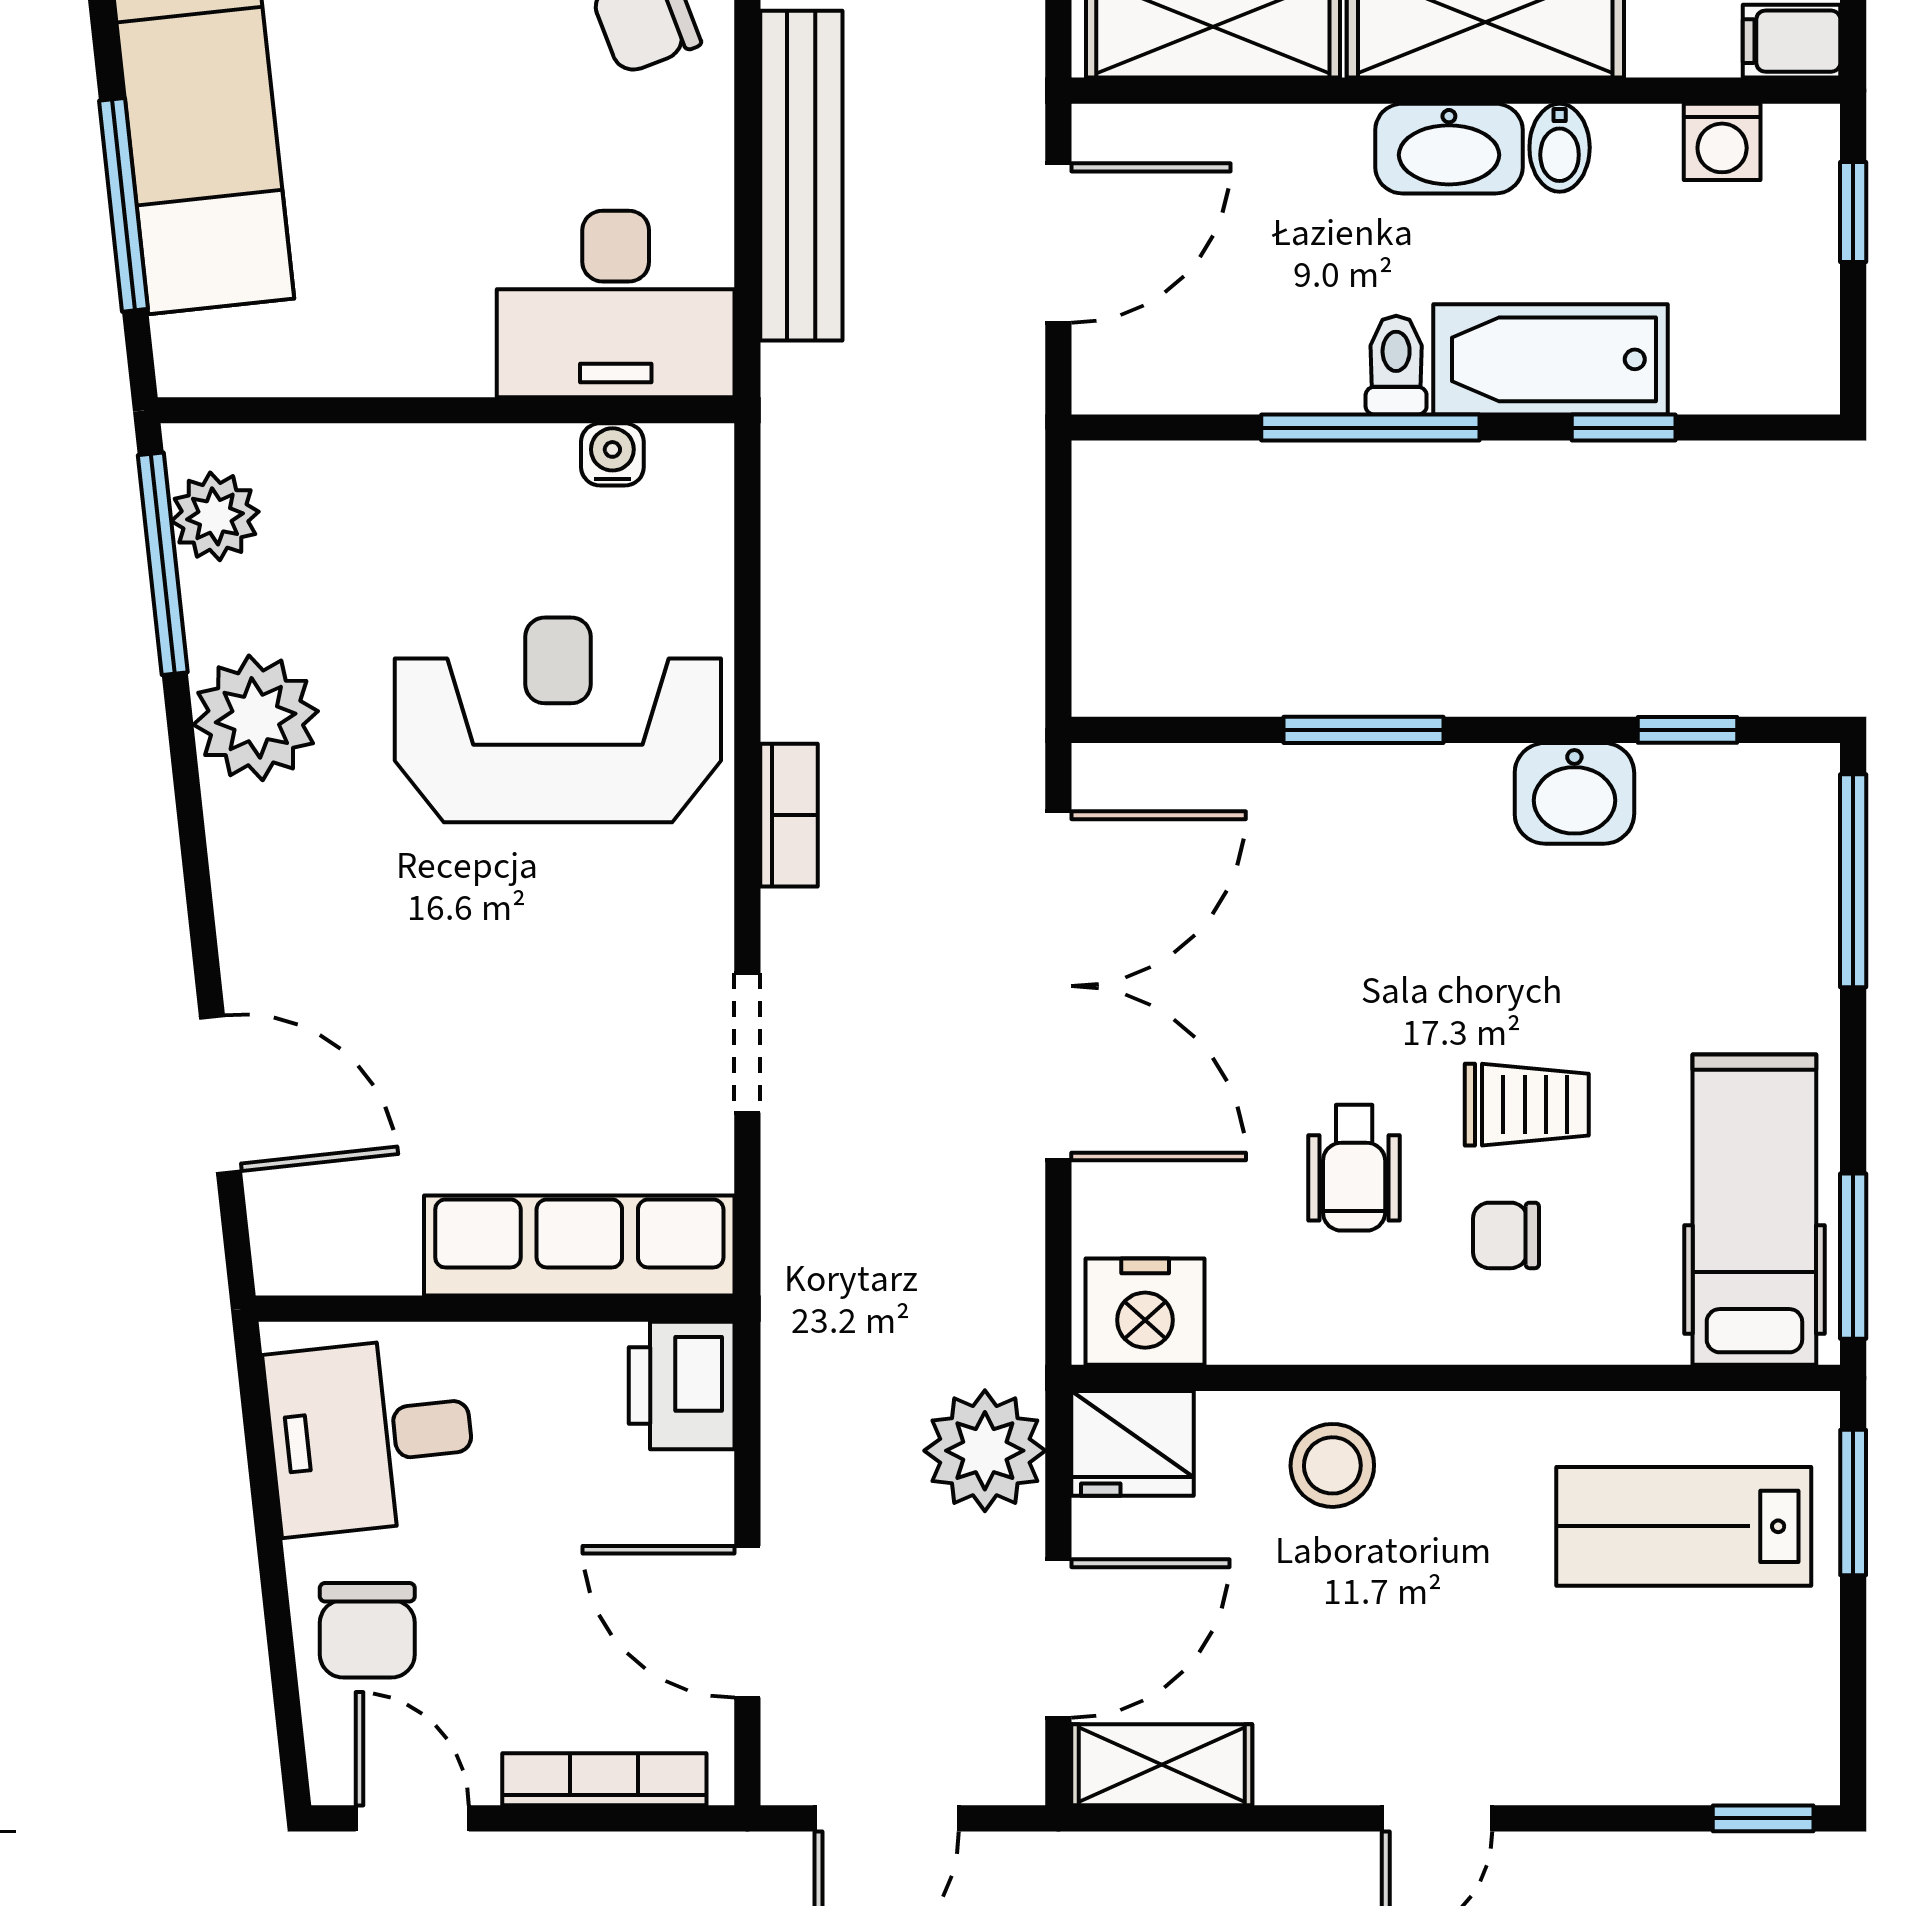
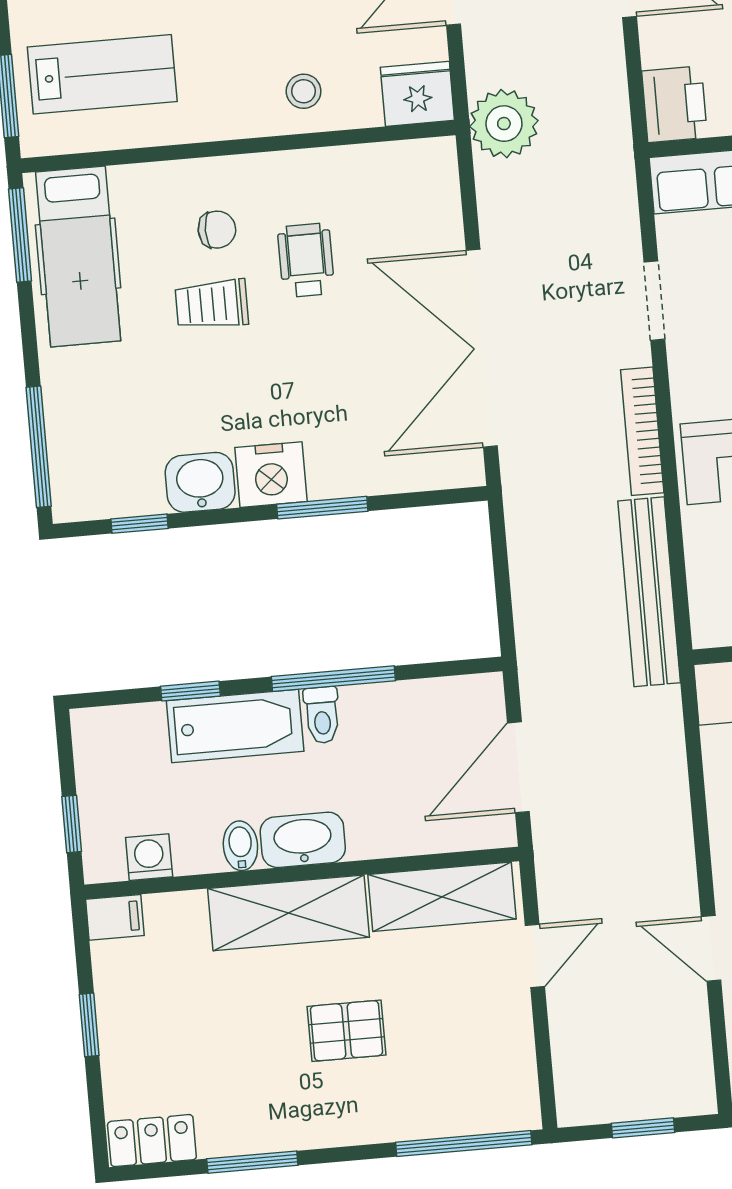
bench: (801, 176) -> (649, 592), moved
bookcase: (789, 815) -> (642, 431), width x1.56
nightstand: (1145, 1312) -> (271, 475), moved, turned 180
plant: (985, 1451) -> (504, 124), moved
stool: (1332, 1465) -> (304, 91), width x0.73, depth x0.73

